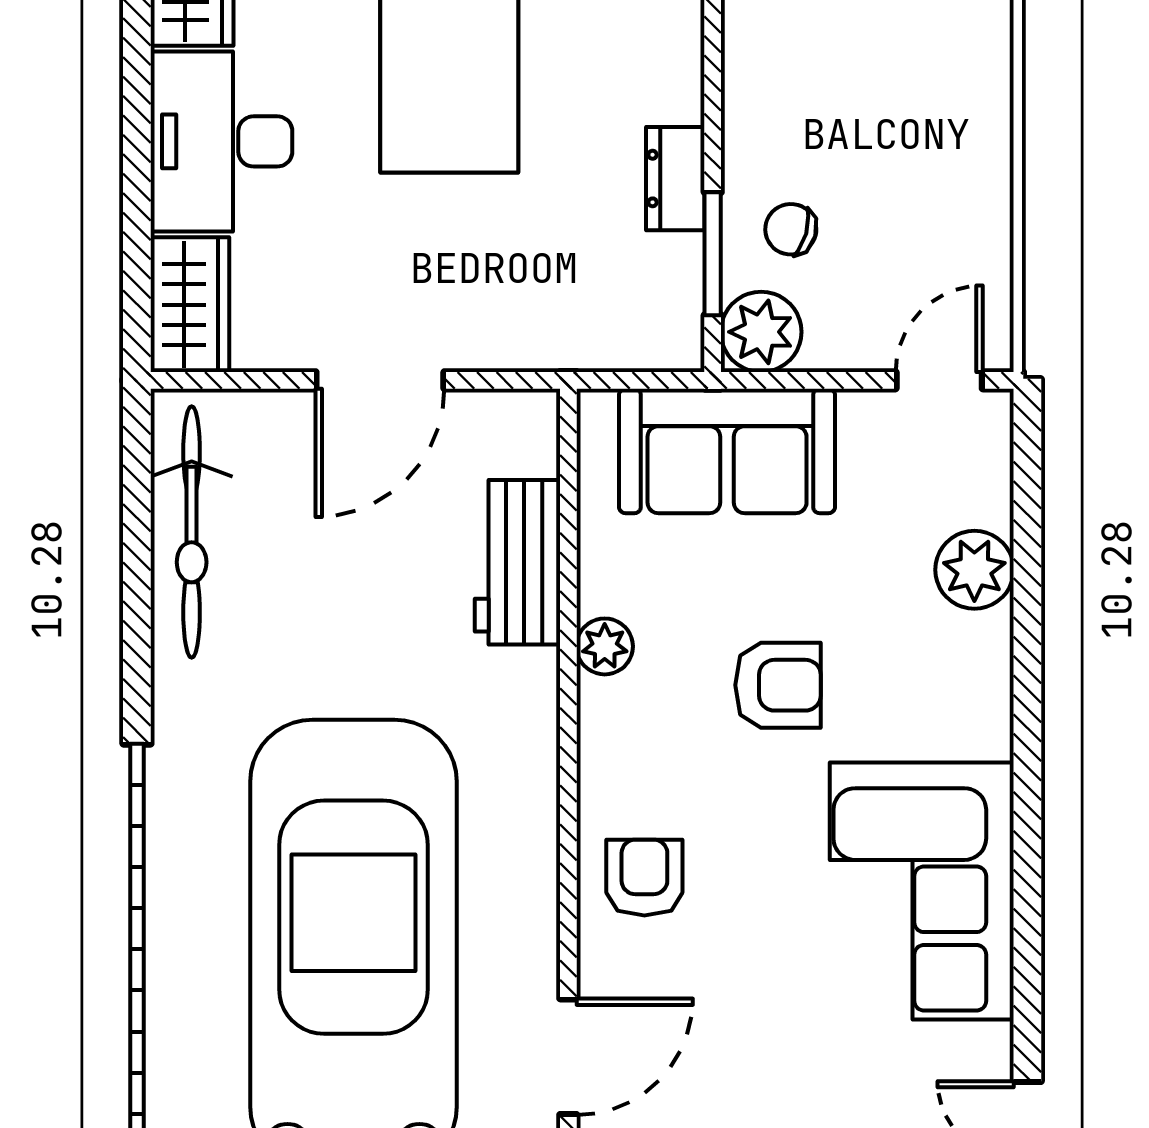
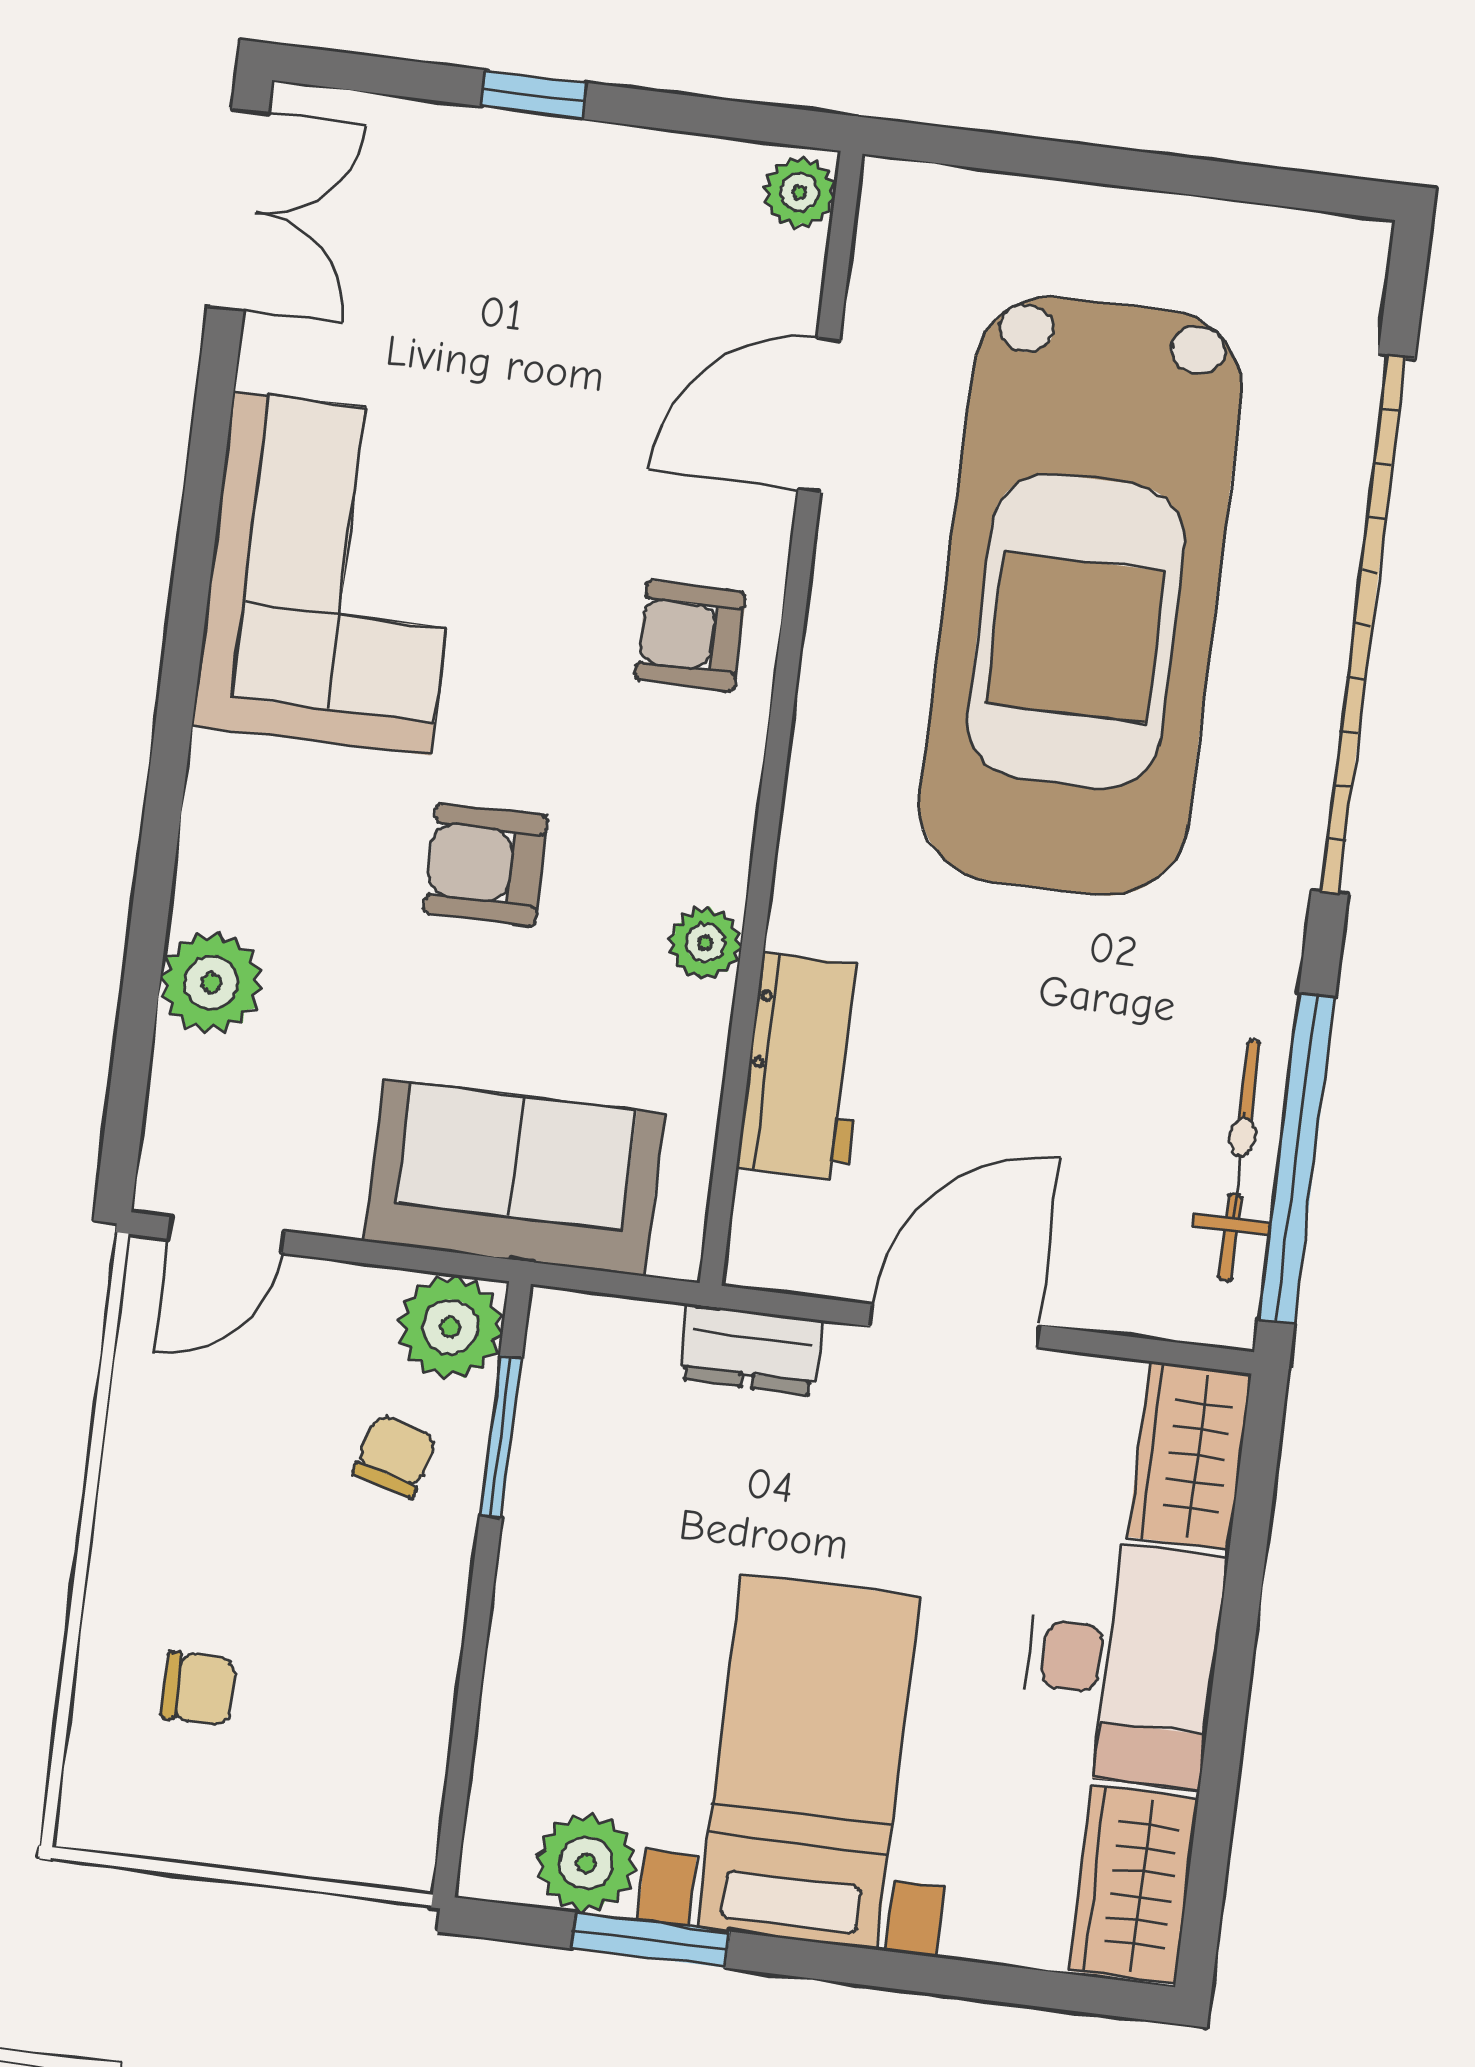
chair: (918, 35) -> (199, 1688), added
dresser: (675, 179) -> (751, 1350), moved, turned 90
chair: (791, 229) -> (395, 1456), turned -90
bicycle: (192, 532) -> (1240, 1161), width x0.73, depth x0.71
window: (137, 540) -> (1297, 1158), added
armchair: (644, 878) -> (691, 636), turned 90

